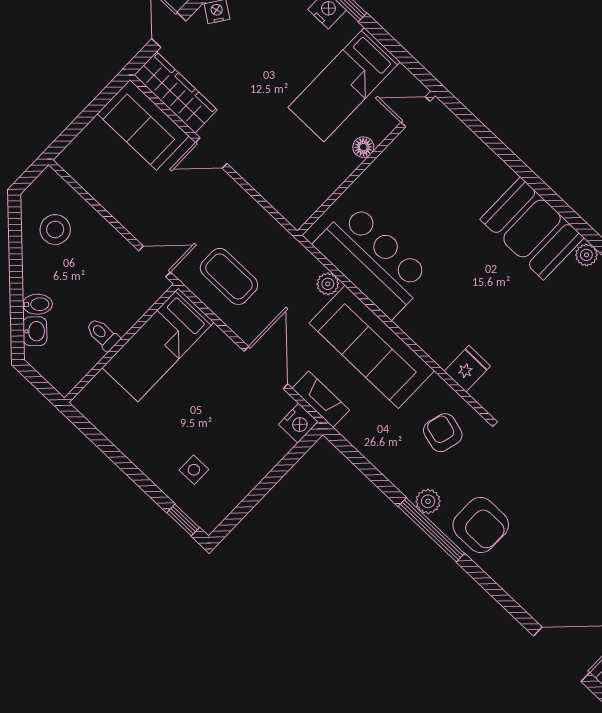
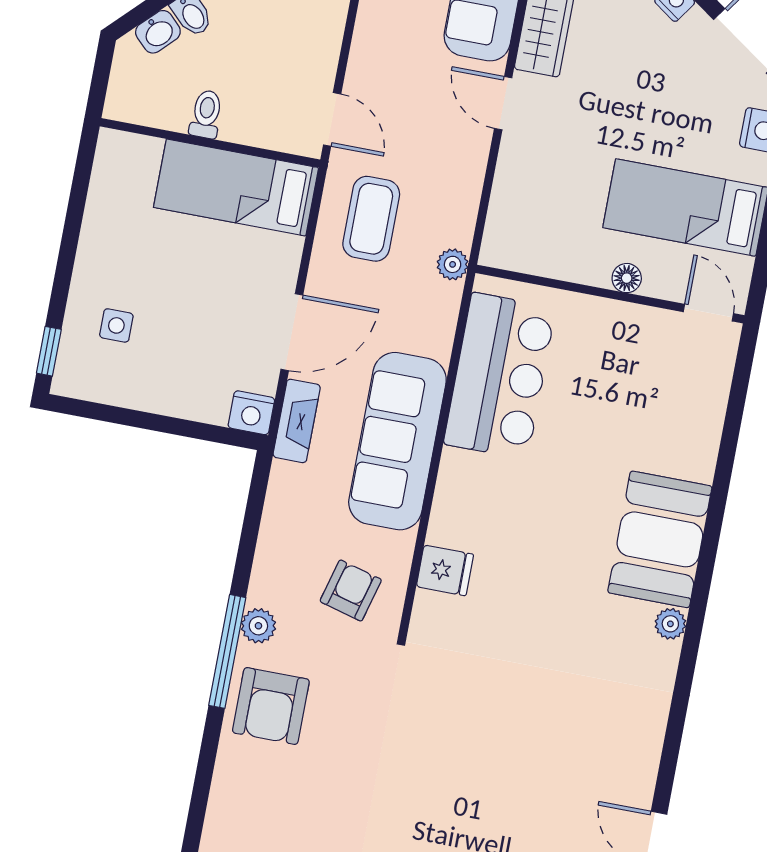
plant: (328, 284) -> (453, 264), moved

